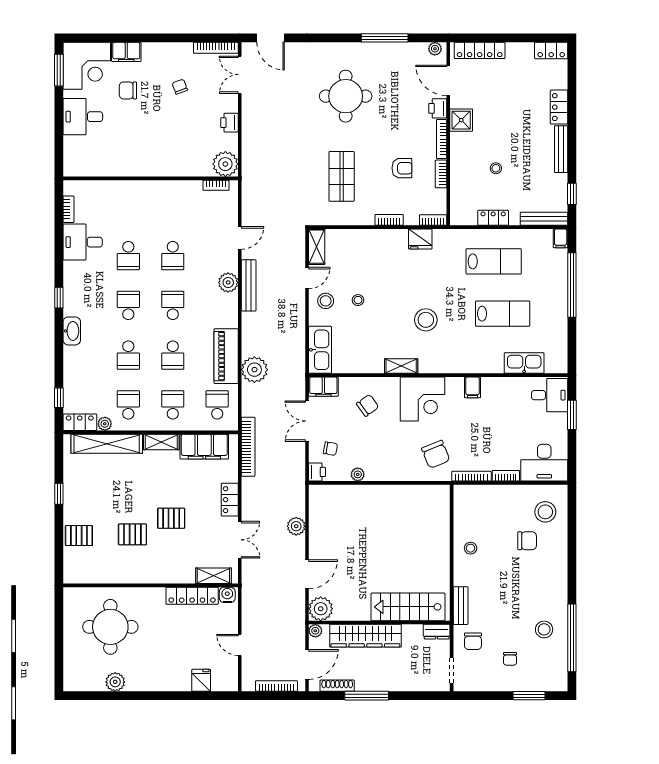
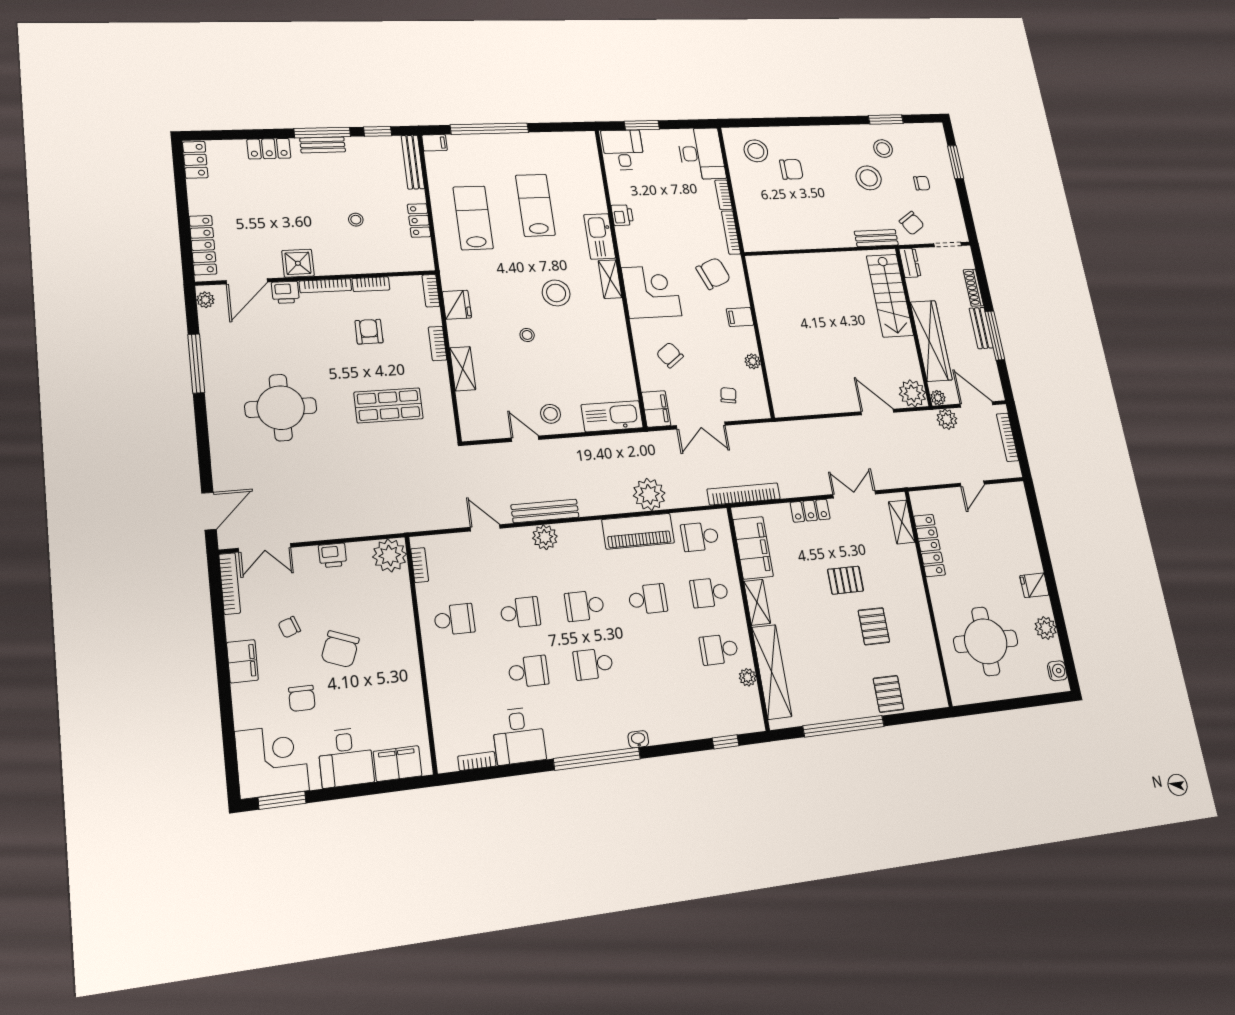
filing cabinet: (126, 52) -> (242, 661), moved
chair: (160, 121) -> (340, 649), added
bench: (561, 149) -> (323, 145), width x0.73
window: (572, 150) -> (322, 133), added
filing cabinet: (74, 152) -> (398, 764), added
shelving: (317, 247) -> (463, 369), moved, turned 90
window: (59, 298) -> (597, 759), width x3.17
stool: (358, 300) -> (527, 335), moved
washbasin: (72, 331) -> (638, 739), width x0.52, depth x0.69
school desk: (128, 355) -> (454, 619), moved
kitchen sink: (524, 363) -> (600, 236), moved
shelving: (401, 366) -> (610, 279), moved
filing cabinet: (472, 387) -> (740, 317), moved, turned 180
locker: (80, 422) -> (751, 710), removed
printer: (317, 472) -> (622, 215), moved, turned 90
window: (59, 494) -> (844, 726), width x3.17
pallet: (171, 518) -> (845, 580), turned 90
plant: (296, 526) -> (947, 419), moved
chair: (527, 541) -> (791, 169), turned 90
stool: (471, 548) -> (869, 178), moved, width x1.89, depth x1.89
water cooler: (227, 595) -> (1057, 671), moved, turned 180
window: (572, 638) -> (886, 119), width x0.47
chair: (473, 641) -> (912, 223), turned 57
fridge: (201, 680) -> (1034, 585), moved
bench: (374, 684) -> (981, 328), added
shoe rack: (337, 686) -> (973, 288), moved

